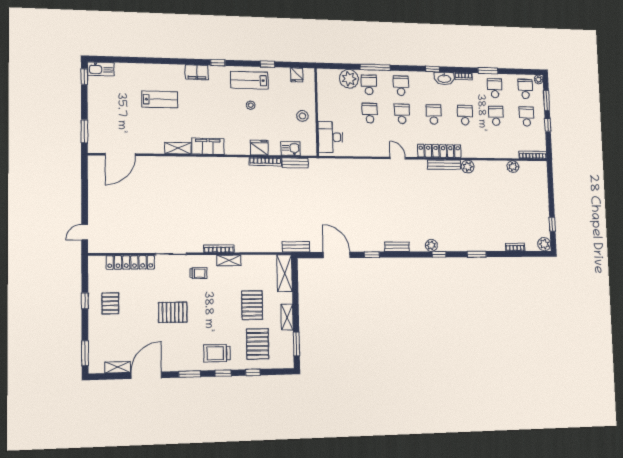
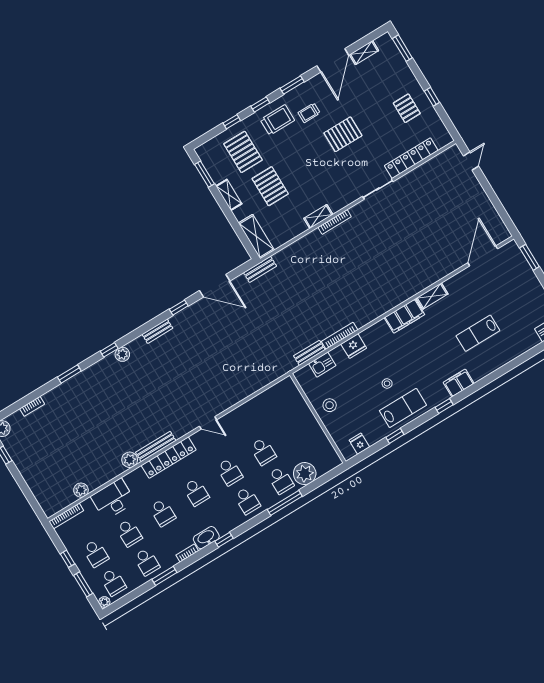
desk: (330, 137) -> (113, 499), moved, turned -90
trolley: (198, 273) -> (309, 113), moved

